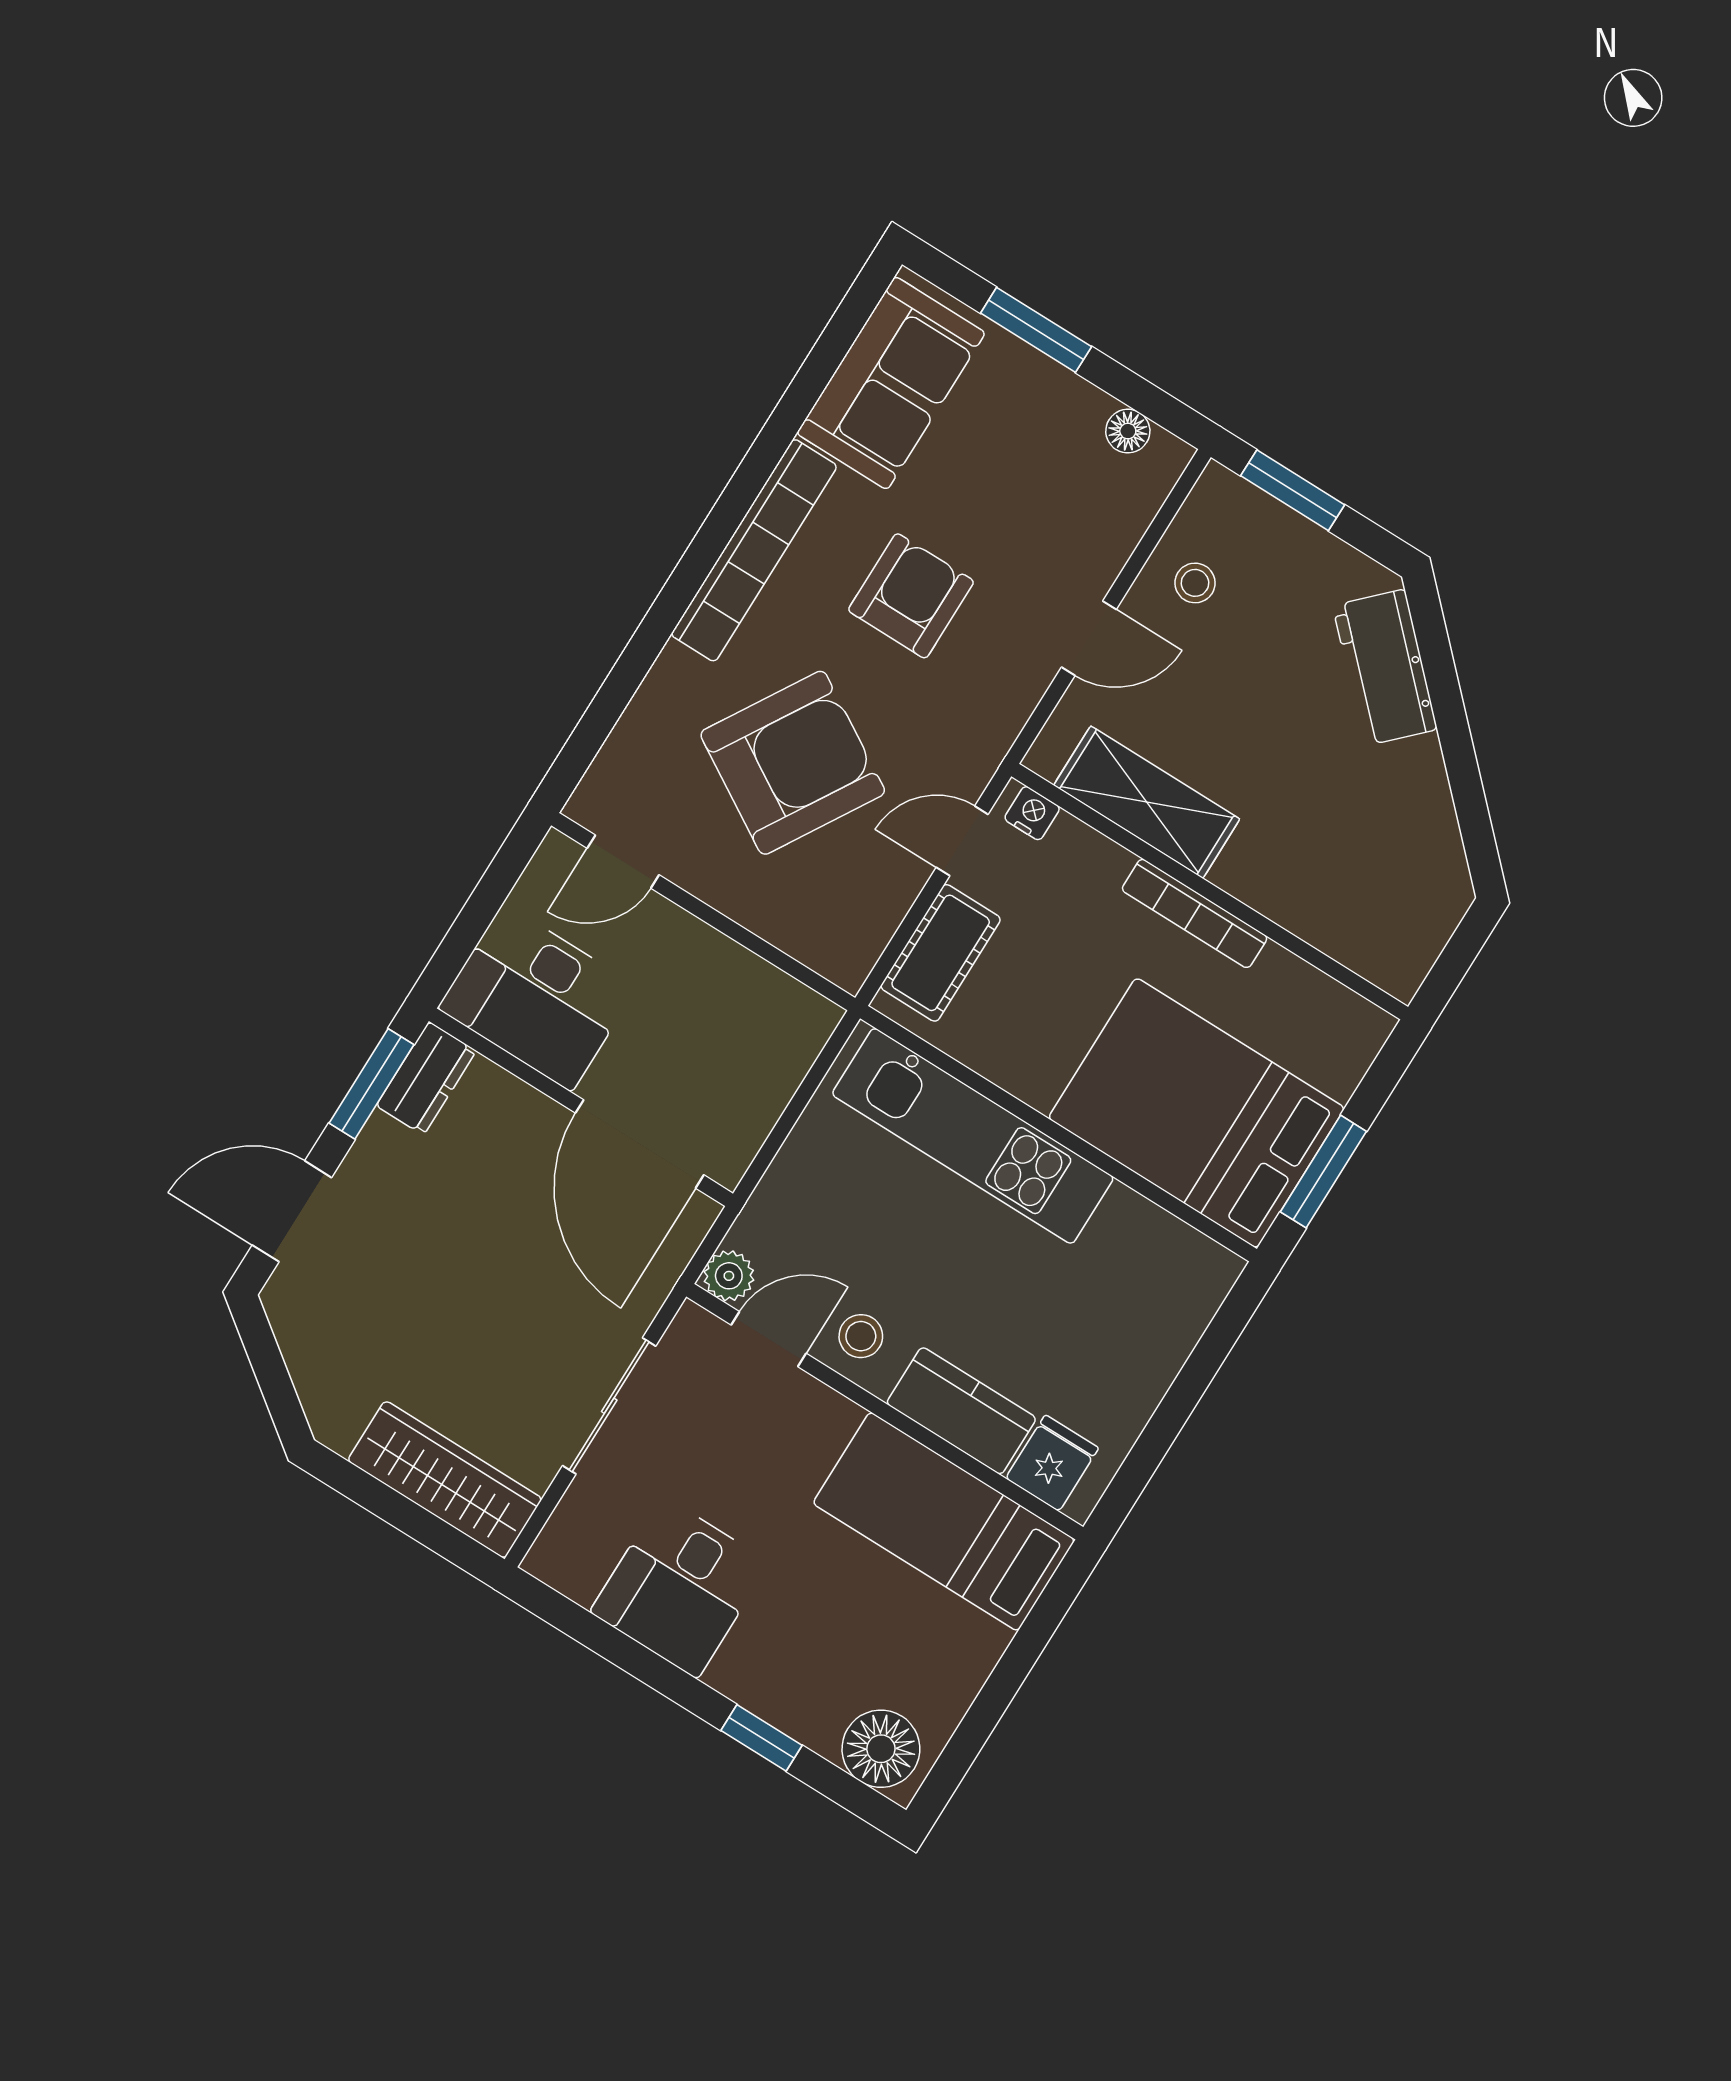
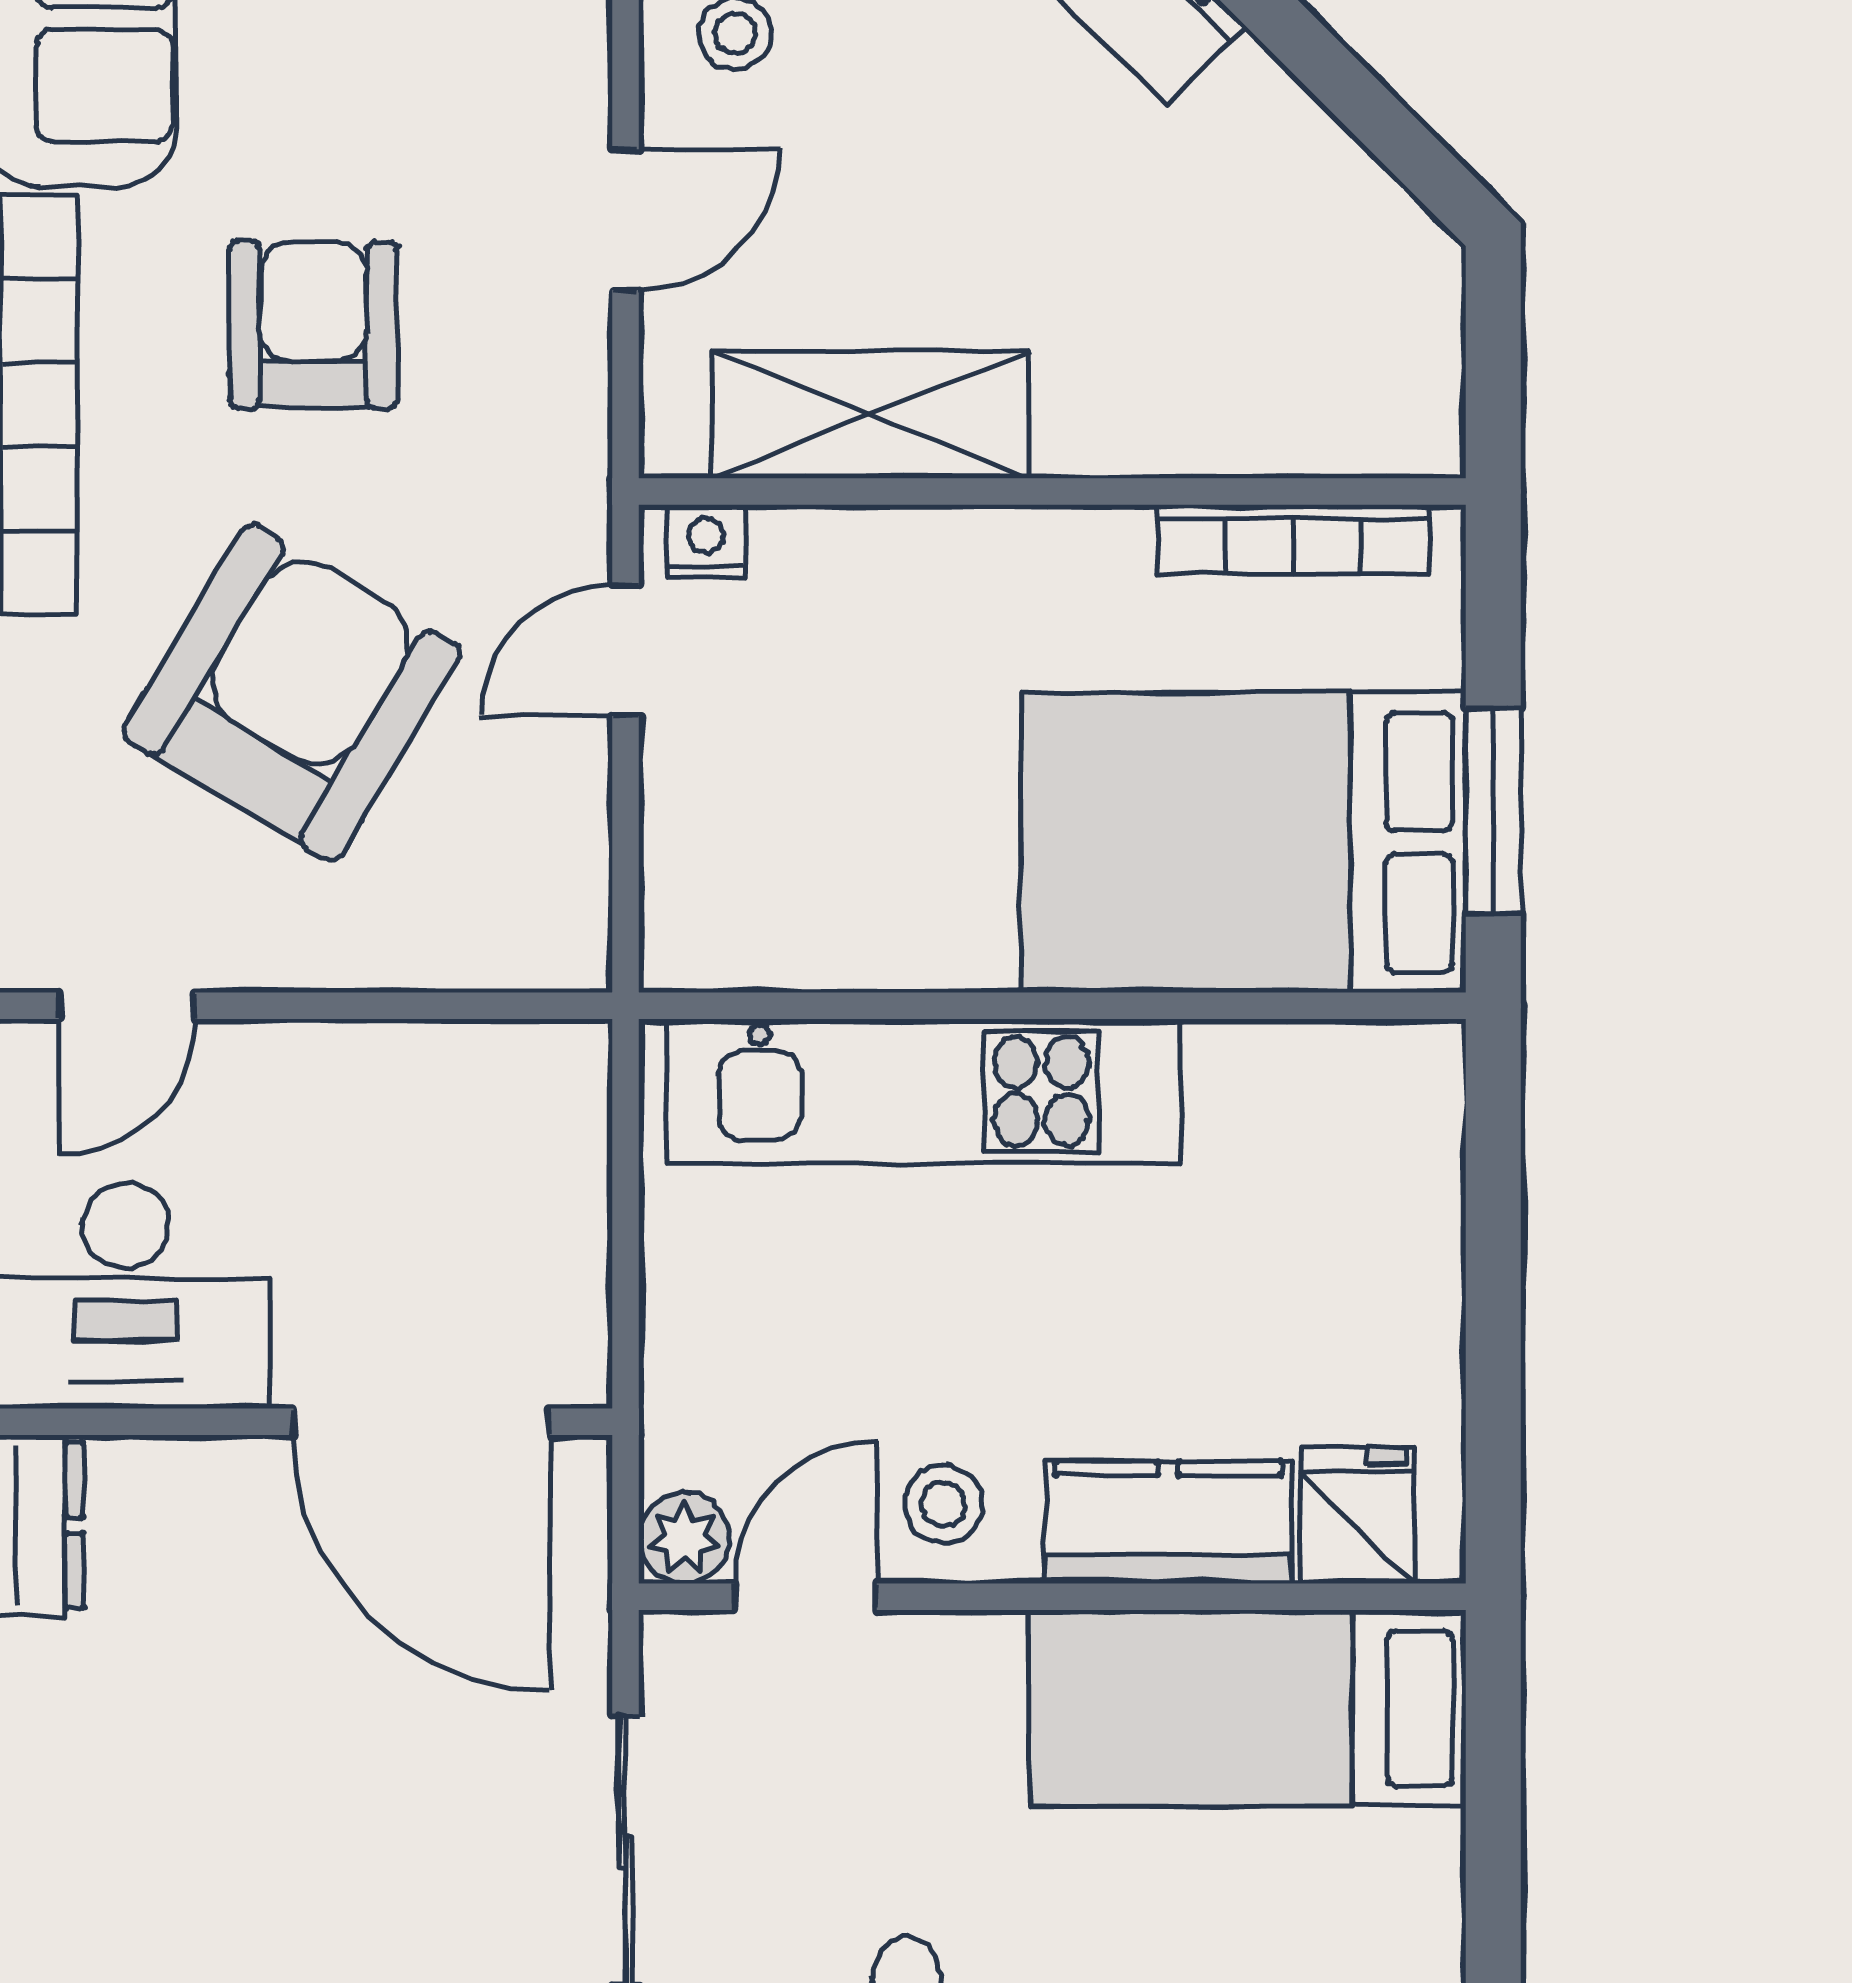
bookcase: (1195, 913) -> (1293, 539), moved
cot: (941, 953) -> (699, 842), removed

